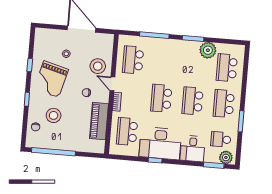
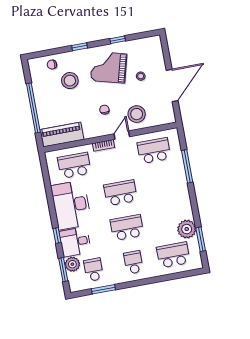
window: (193, 38) -> (201, 239), moved
school desk: (224, 104) -> (133, 262), width x0.54
piano: (99, 121) -> (62, 135), moved
window: (241, 121) -> (103, 289), moved
window: (53, 152) -> (33, 108), moved
plant: (226, 157) -> (72, 264), moved
window: (155, 160) -> (57, 236), moved

